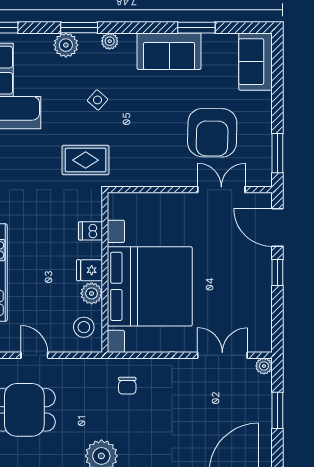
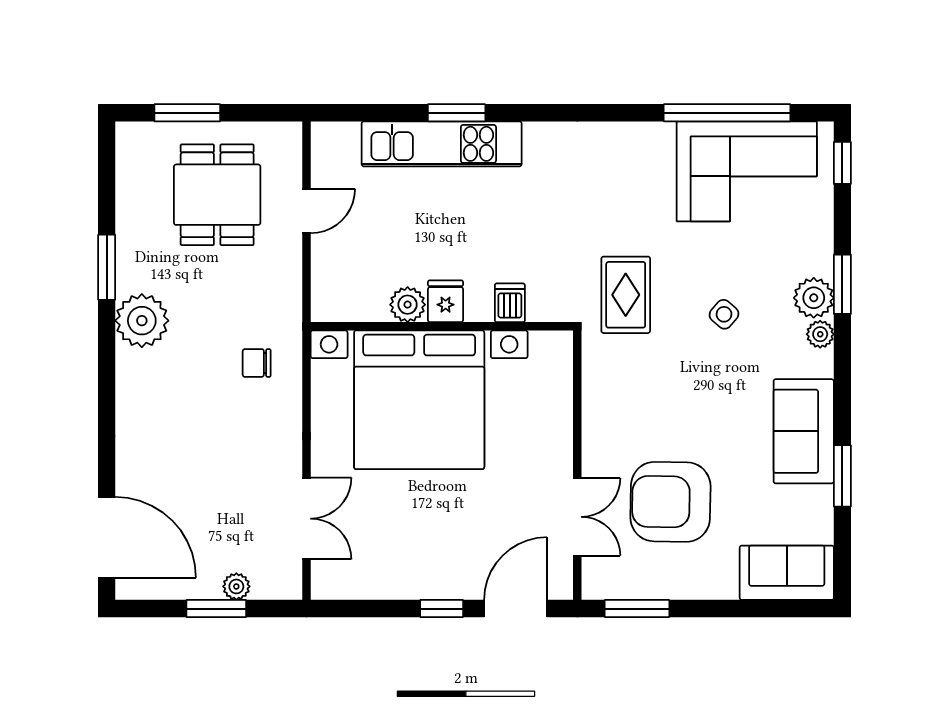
plant: (66, 45) -> (814, 298), moved
stool: (84, 327) -> (352, 292), removed
plant: (264, 366) -> (236, 586), moved

